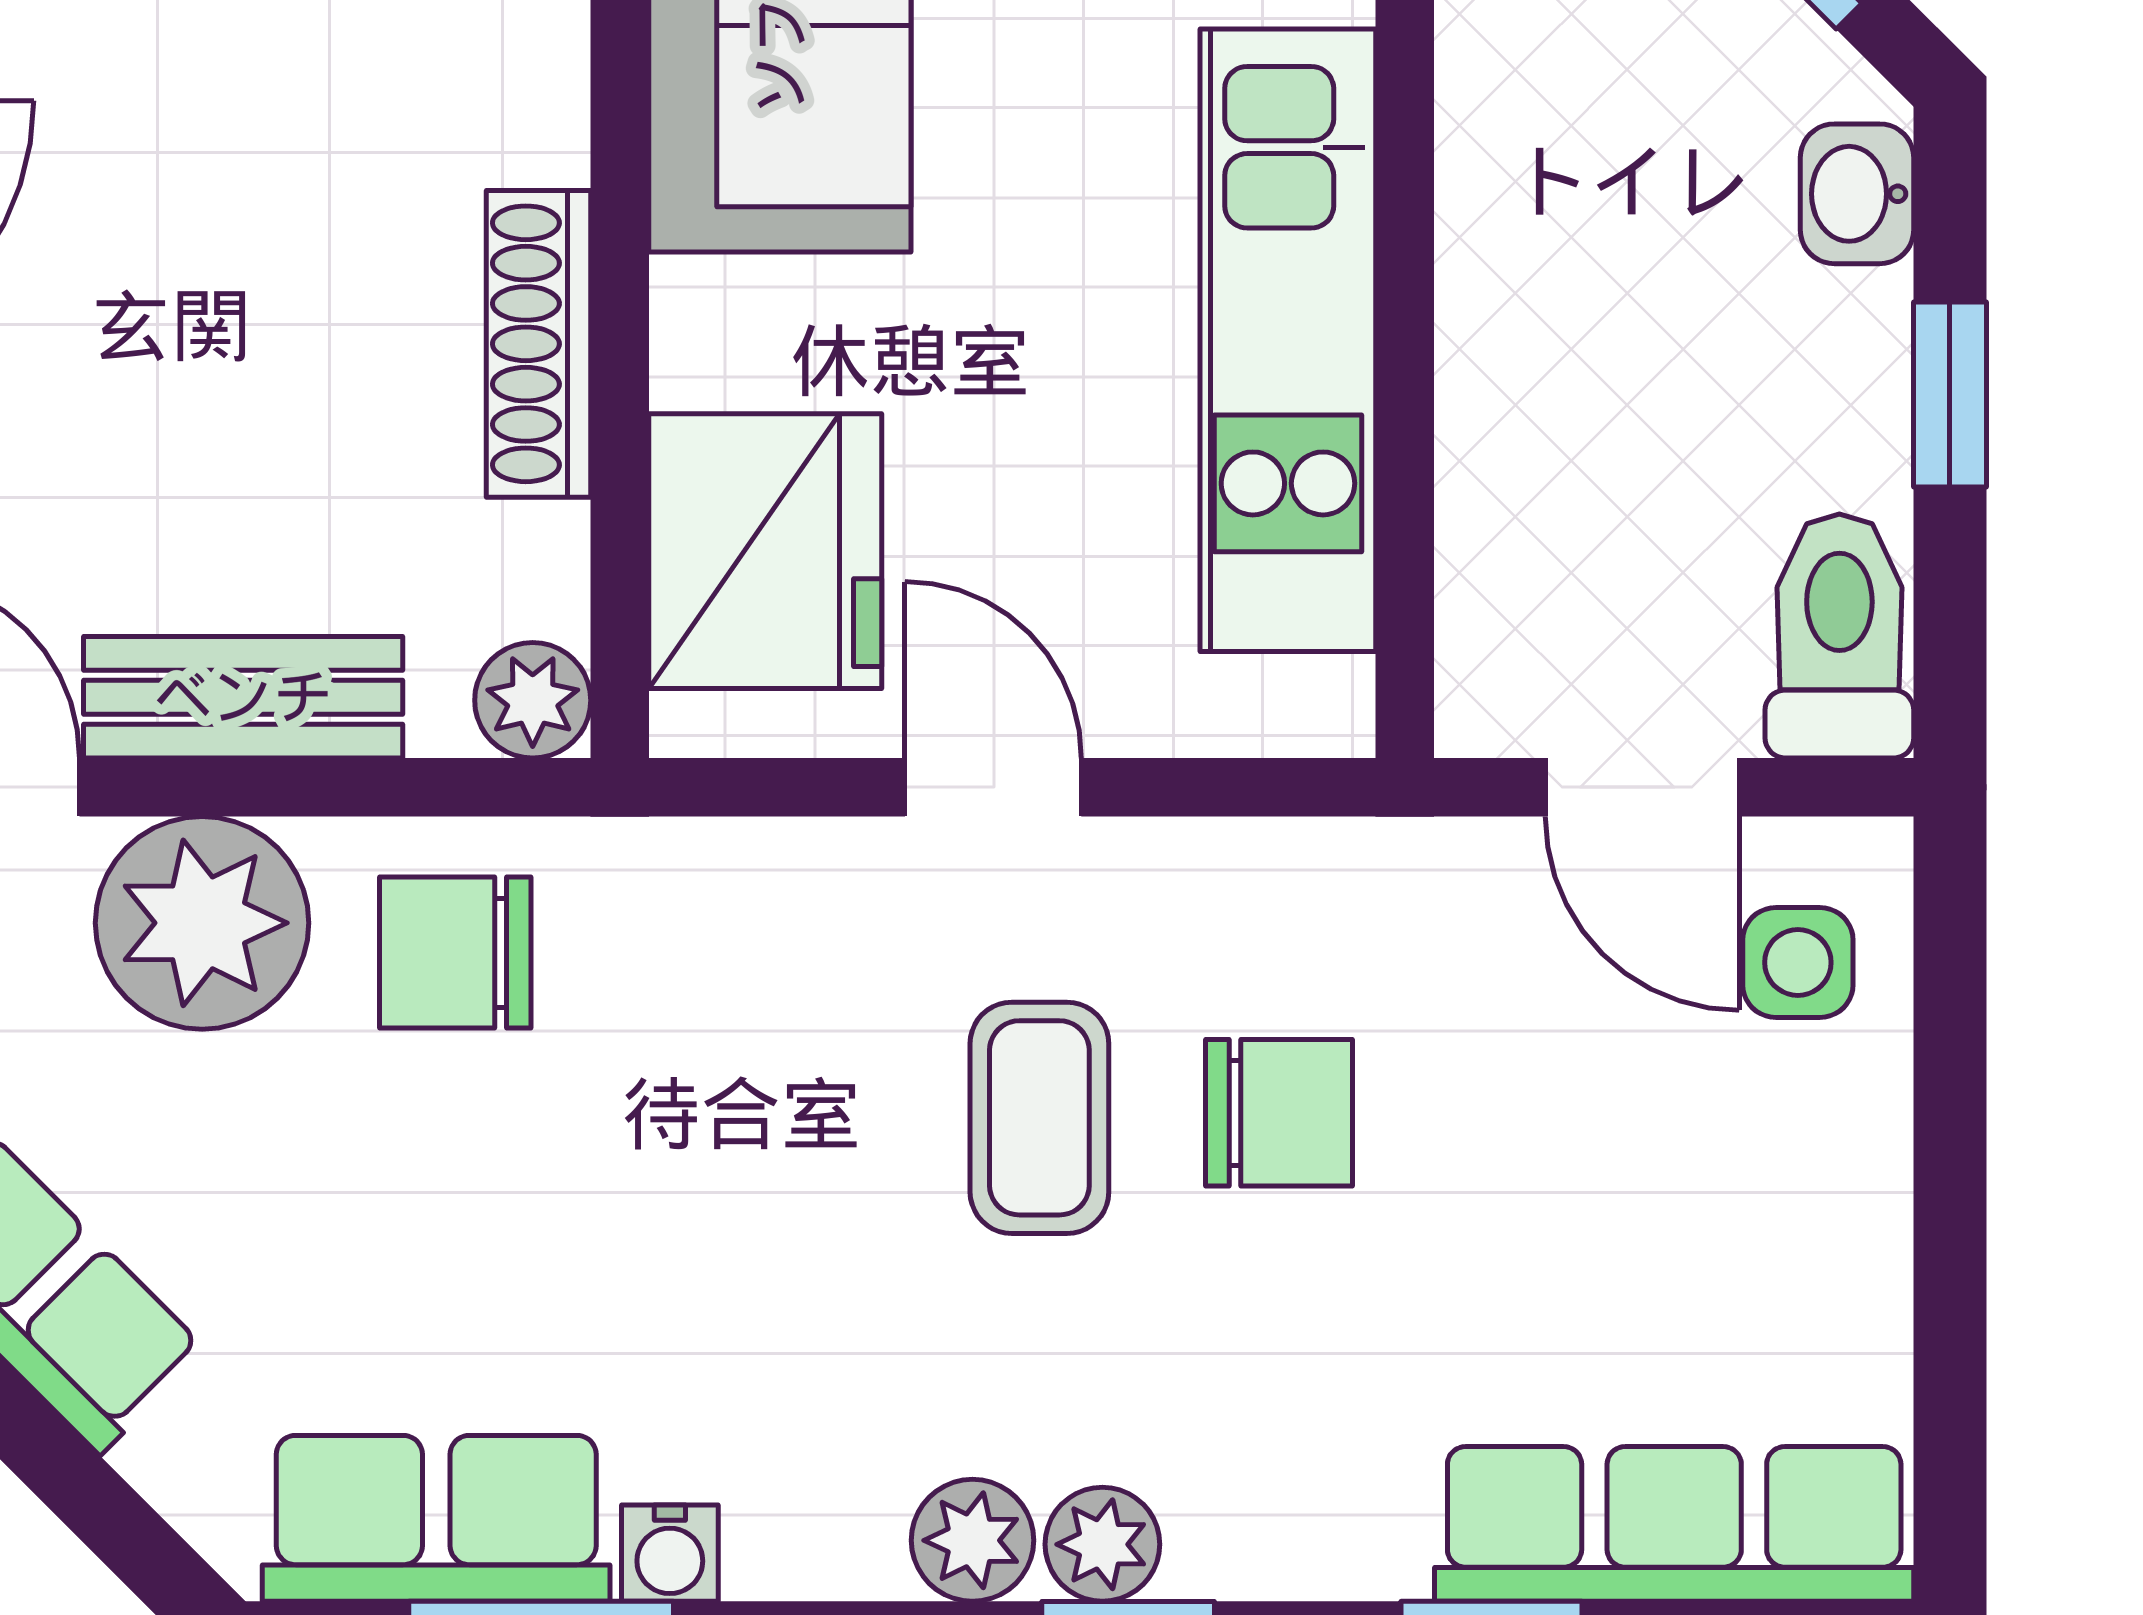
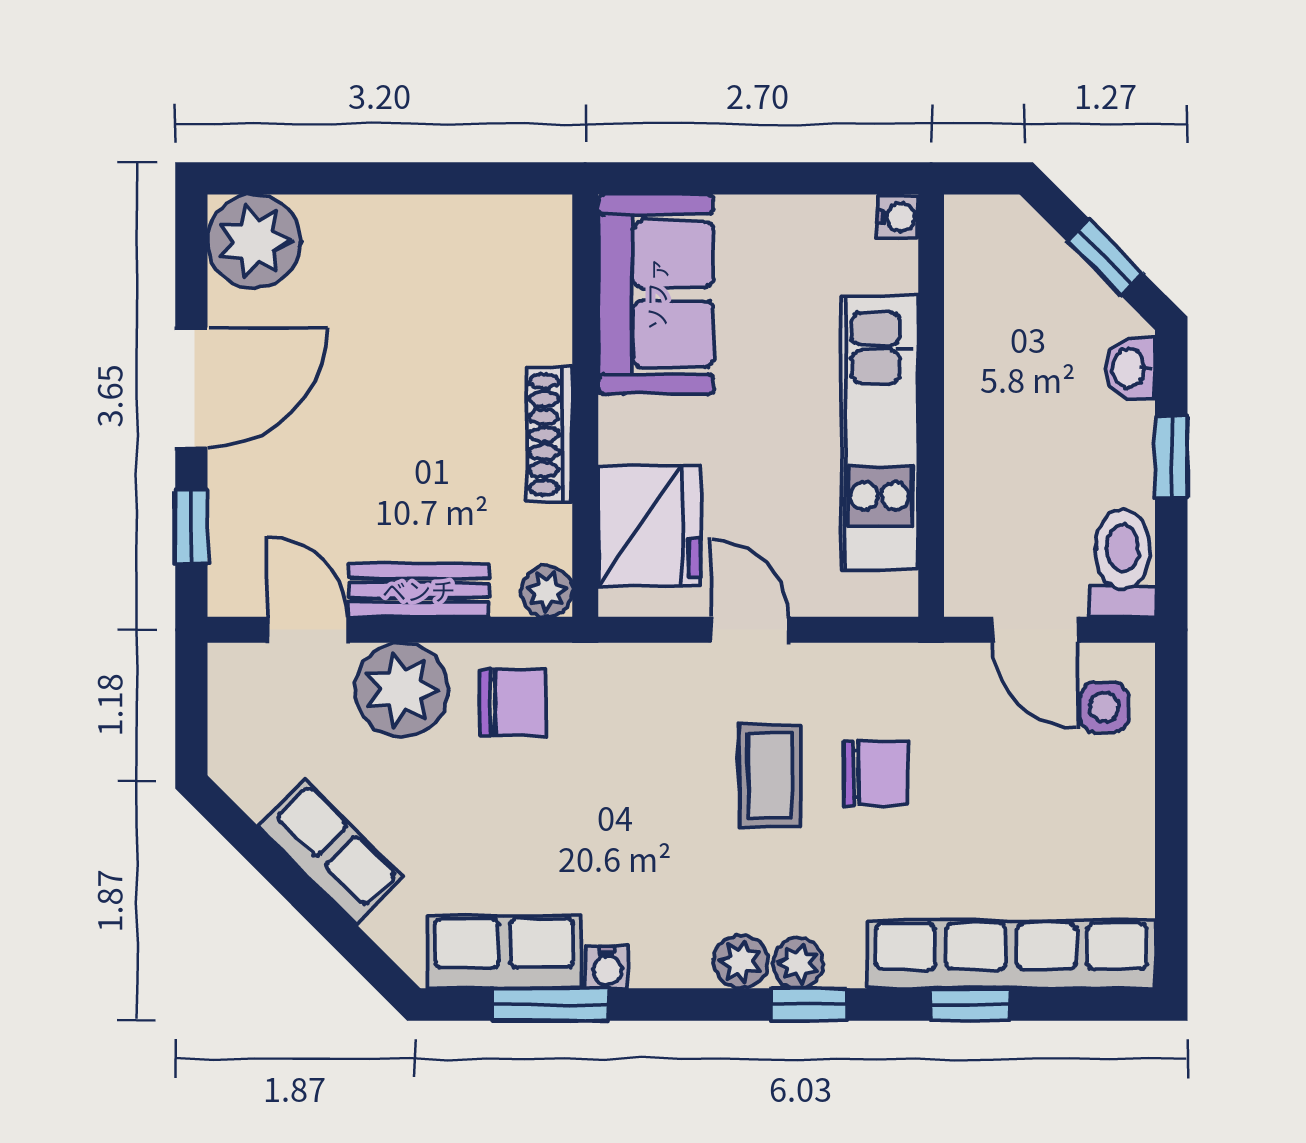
chair: (455, 953) -> (513, 703), turned 180
row of seats: (1674, 1524) -> (1011, 954), width x1.36

